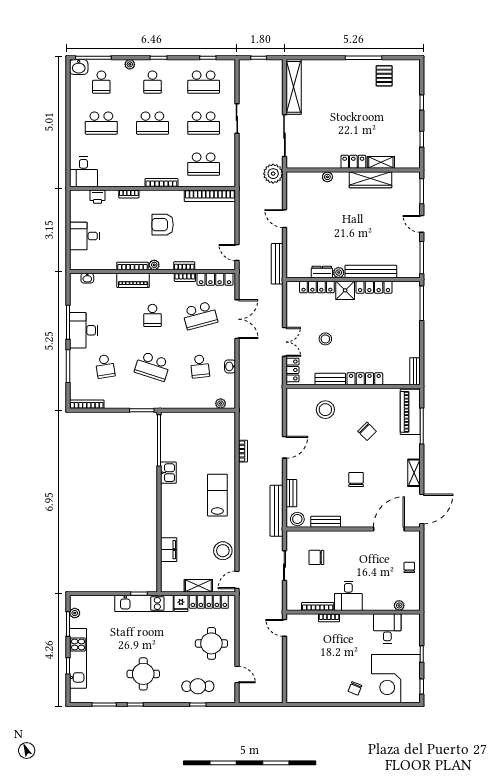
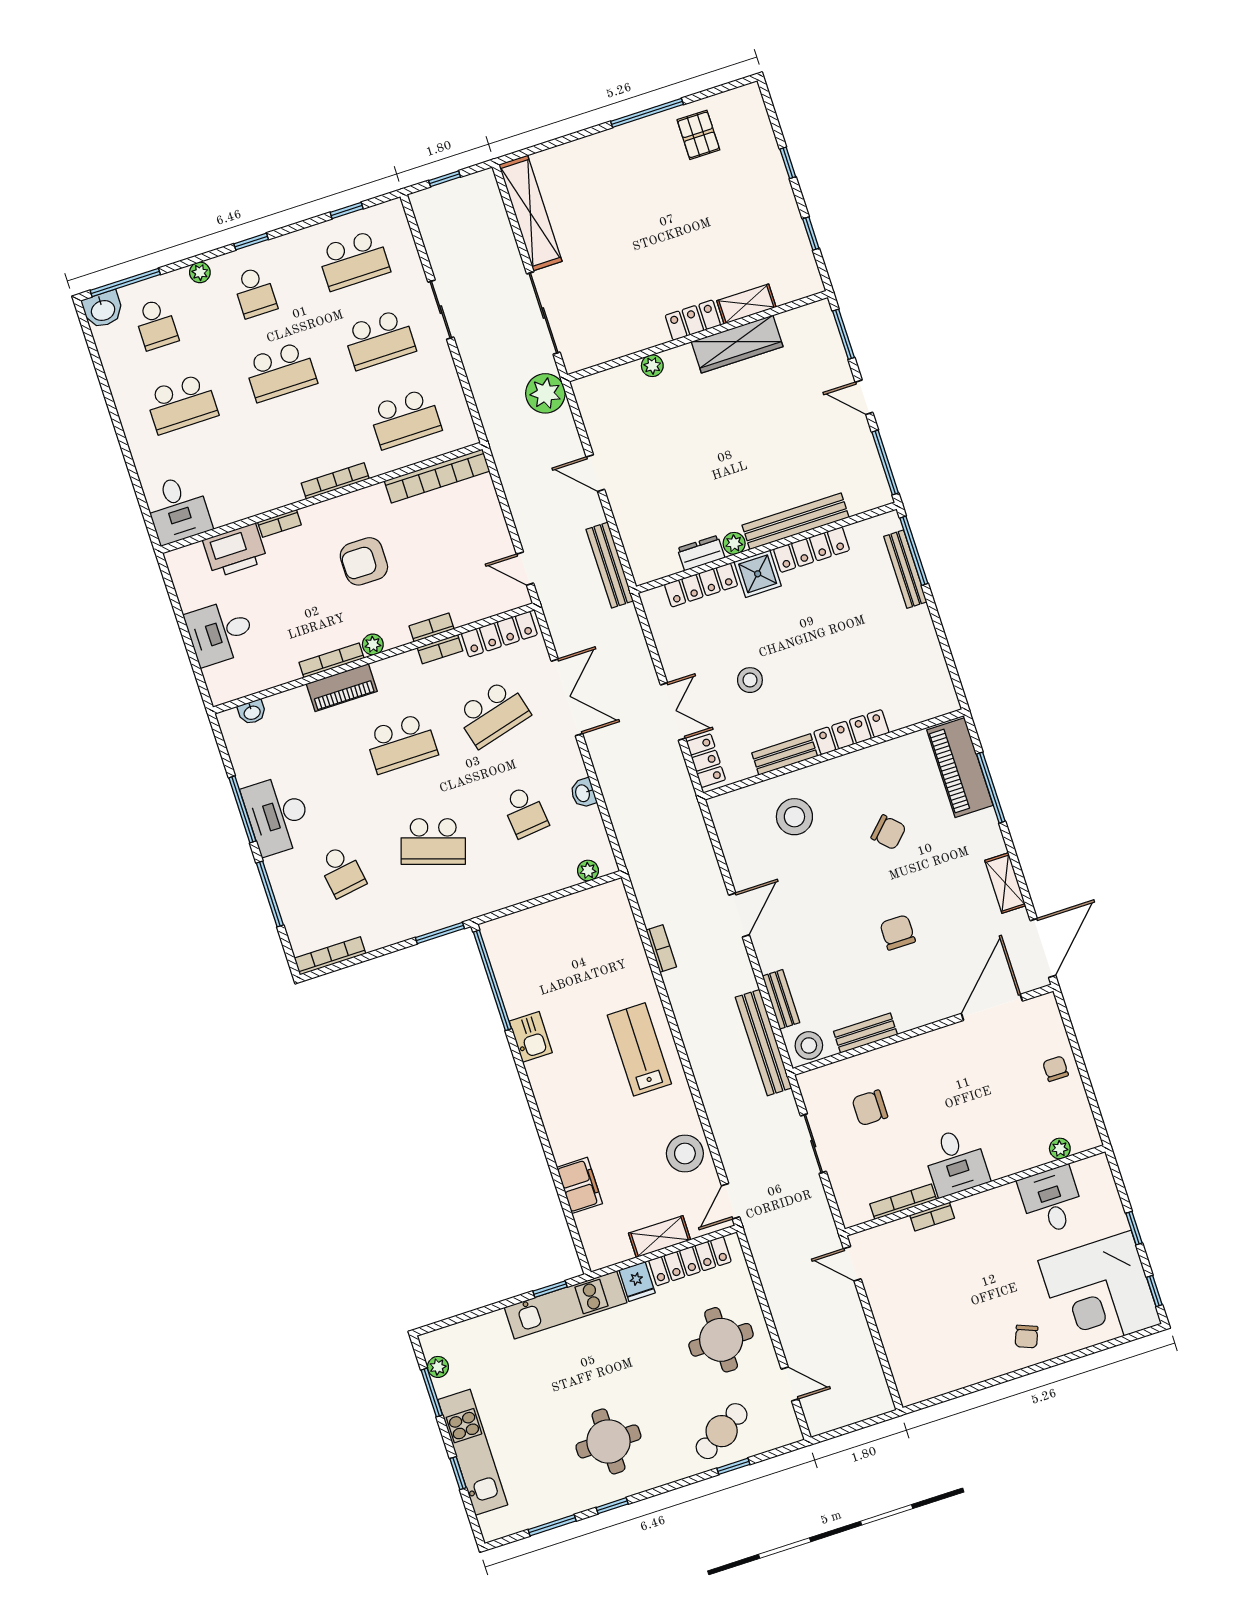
printer: (98, 197) -> (235, 550), width x1.87, depth x1.48
school desk: (152, 315) -> (401, 743), width x1.85
bench: (415, 371) -> (905, 569), moved, width x1.36
cafe table: (198, 686) -> (722, 1431), turned -31

